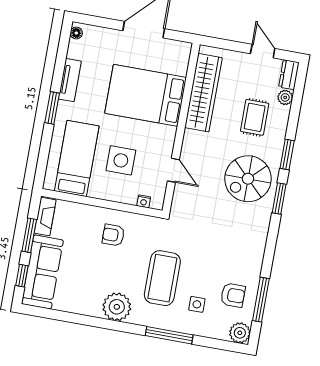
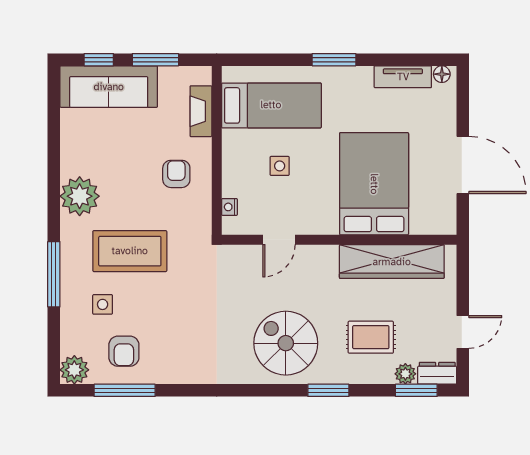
tv unit: (70, 80) -> (403, 77), moved
side table: (121, 160) -> (280, 166), width x0.54, depth x0.54
window: (279, 199) -> (416, 390), moved
fireplace: (45, 216) -> (201, 111), moved, turned 90

